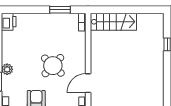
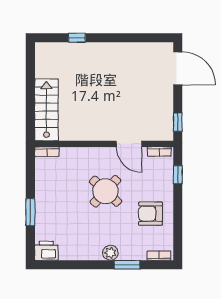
window: (60, 10) -> (30, 212), moved

